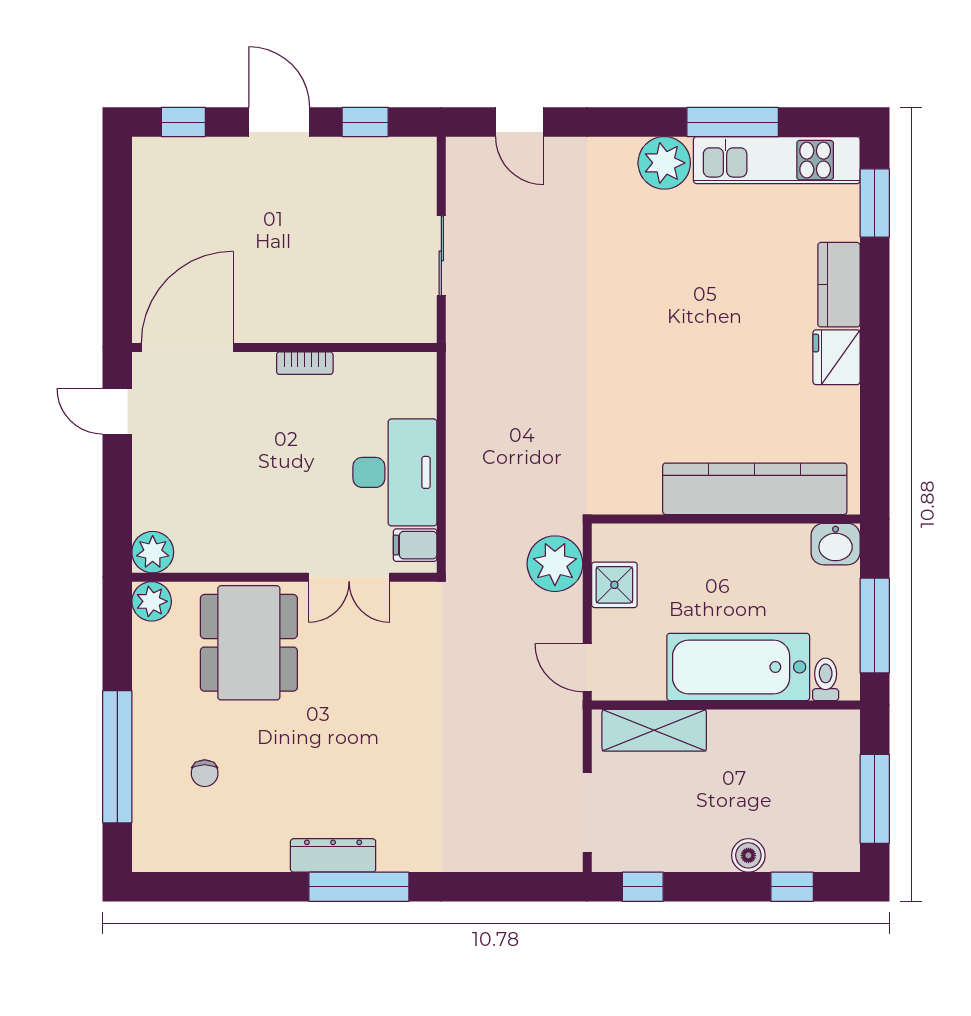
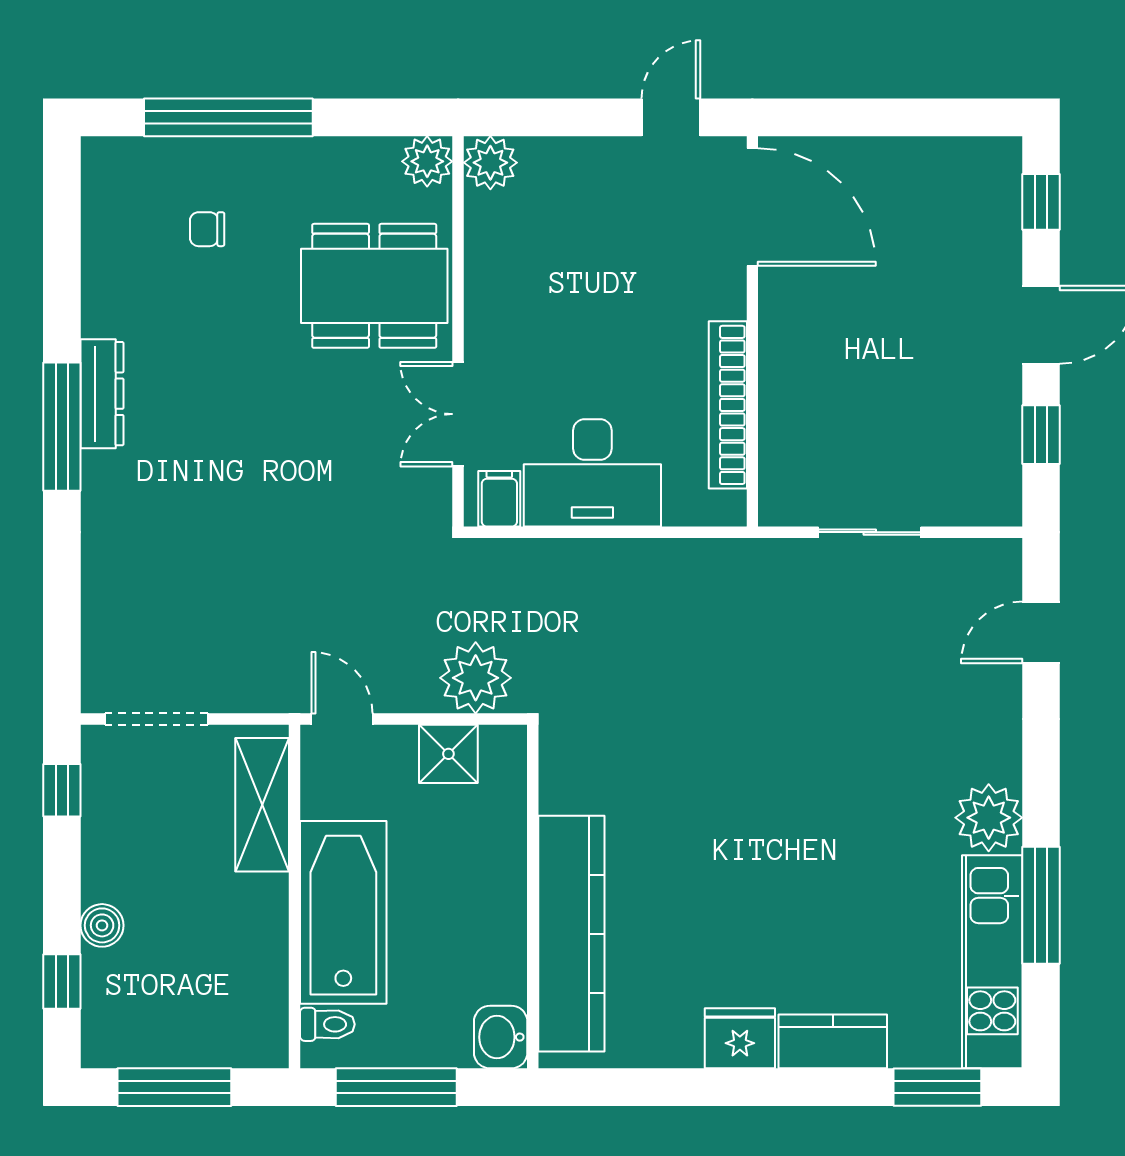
bookcase: (305, 363) -> (728, 405), width x2.31, depth x1.31
door: (587, 668) -> (342, 719), hinge flipped

